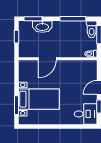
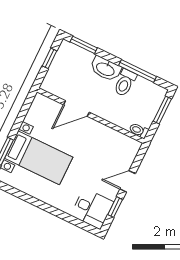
washbasin: (42, 27) -> (106, 69), moved
toilet: (92, 29) -> (125, 83), moved

